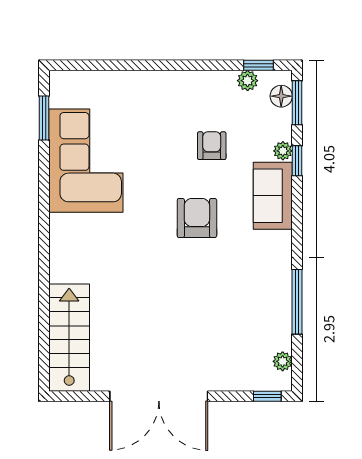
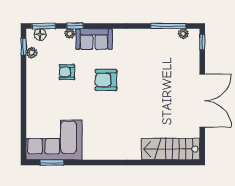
corner sofa: (86, 161) -> (54, 140), moved
window: (297, 302) -> (168, 26), moved

